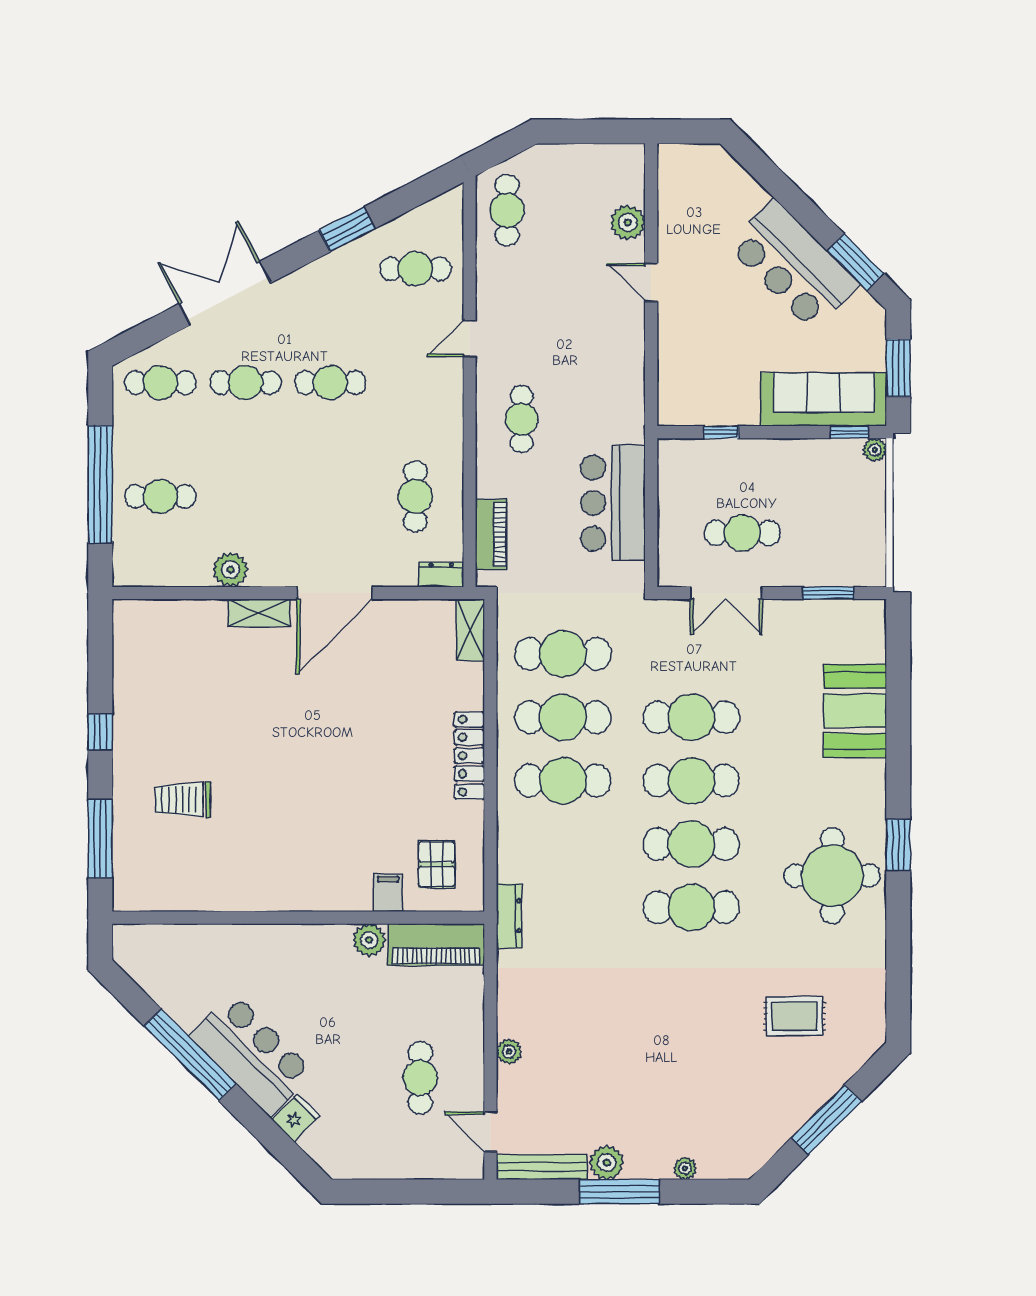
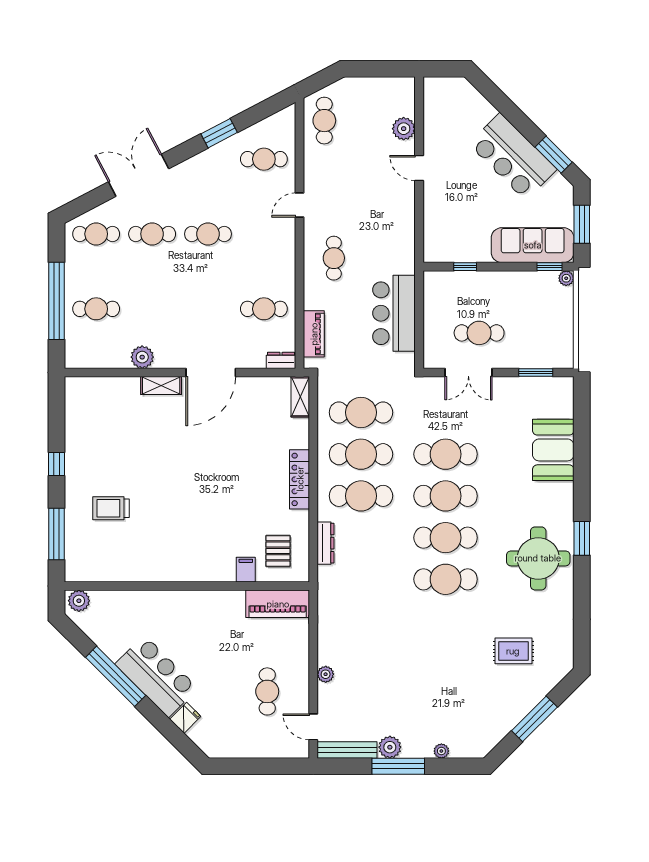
cafe table: (415, 496) -> (264, 309), turned 90
dresser: (509, 916) -> (326, 543), moved
plant: (369, 940) -> (79, 601), moved

